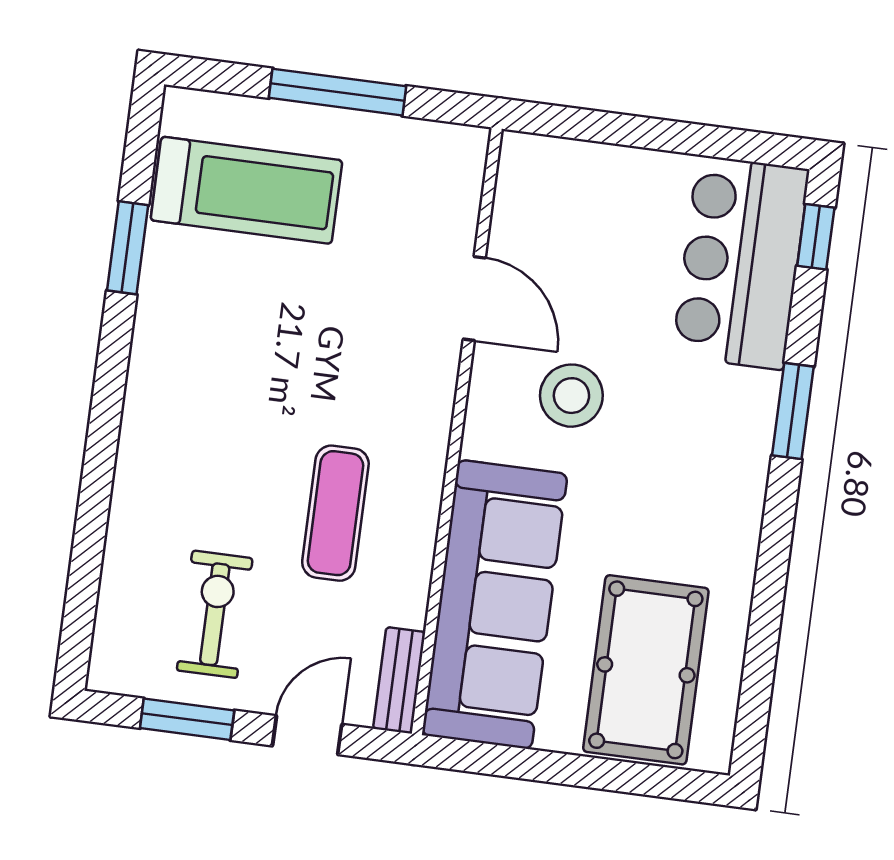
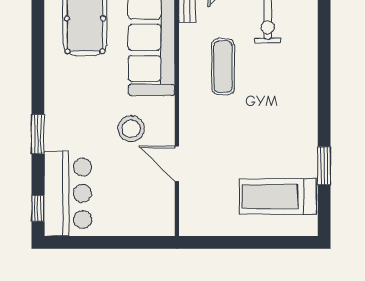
window: (337, 92) -> (245, 242), removed

